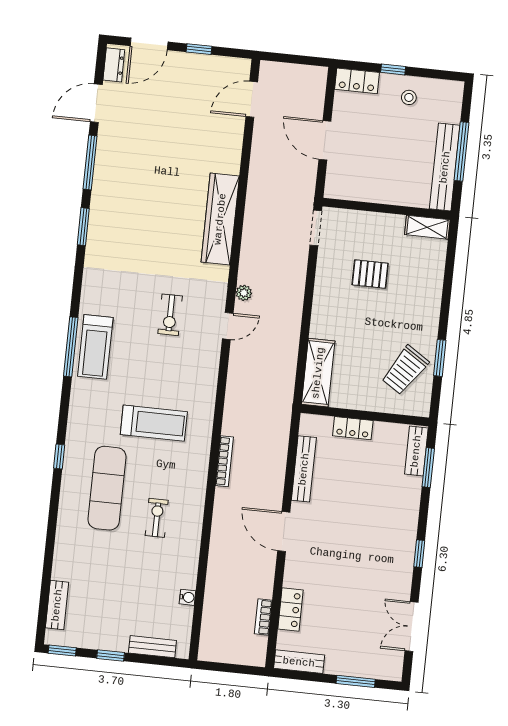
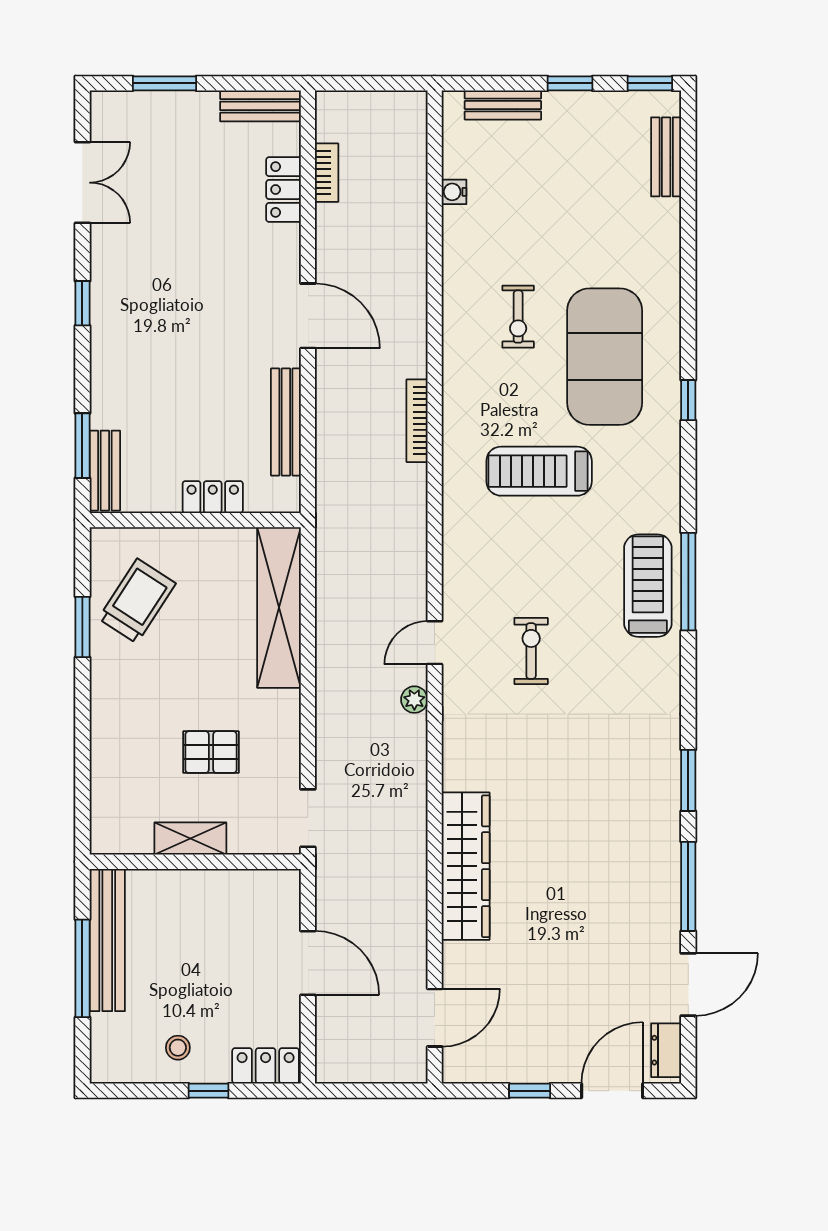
wardrobe: (220, 219) -> (466, 866), moved
shelving: (427, 227) -> (190, 839), moved
shelving: (318, 373) -> (279, 608), width x1.47
exercise mat: (107, 488) -> (605, 357), width x1.47

